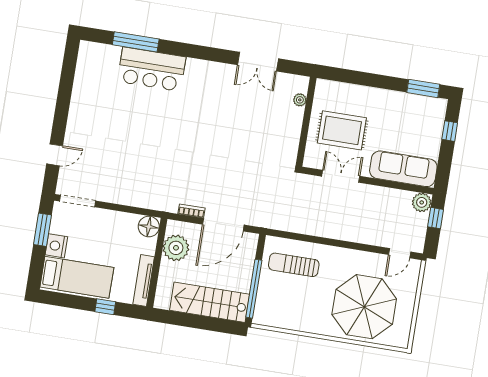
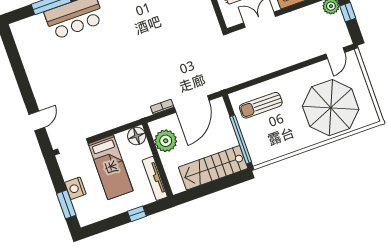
window: (42, 230) -> (66, 204), moved
bed: (77, 277) -> (111, 167), moved, turned 90

